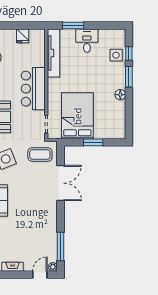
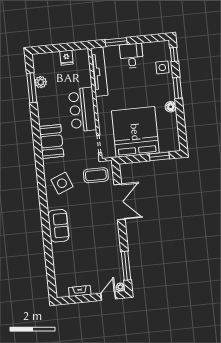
window: (129, 54) -> (174, 55), moved
bed: (77, 116) -> (135, 132), width x1.36
window: (93, 142) -> (159, 156), moved

